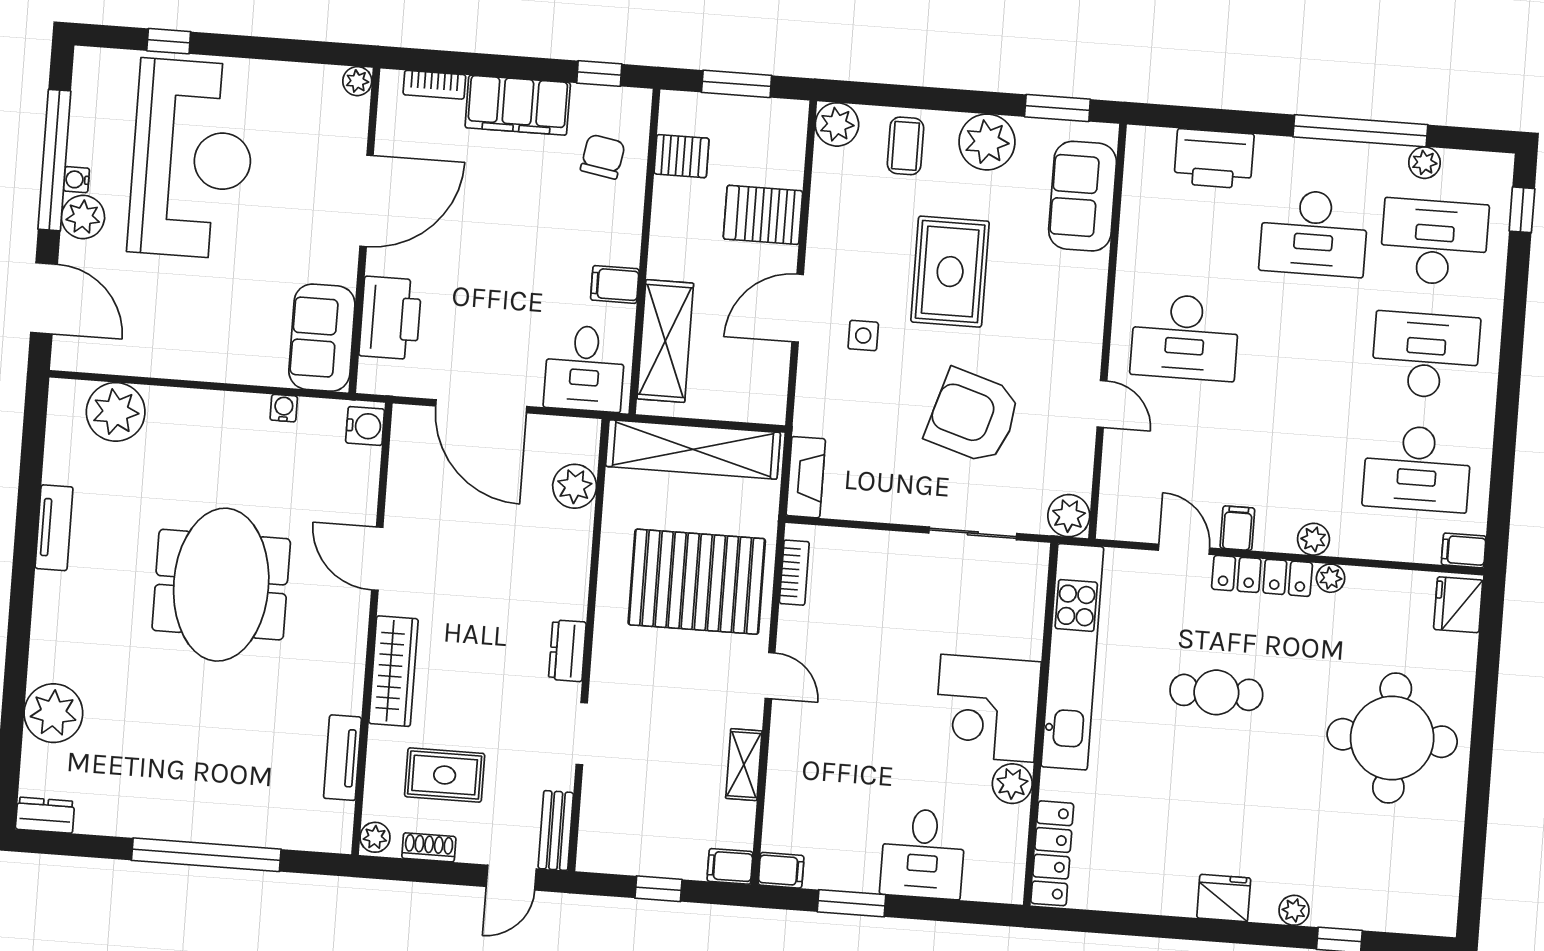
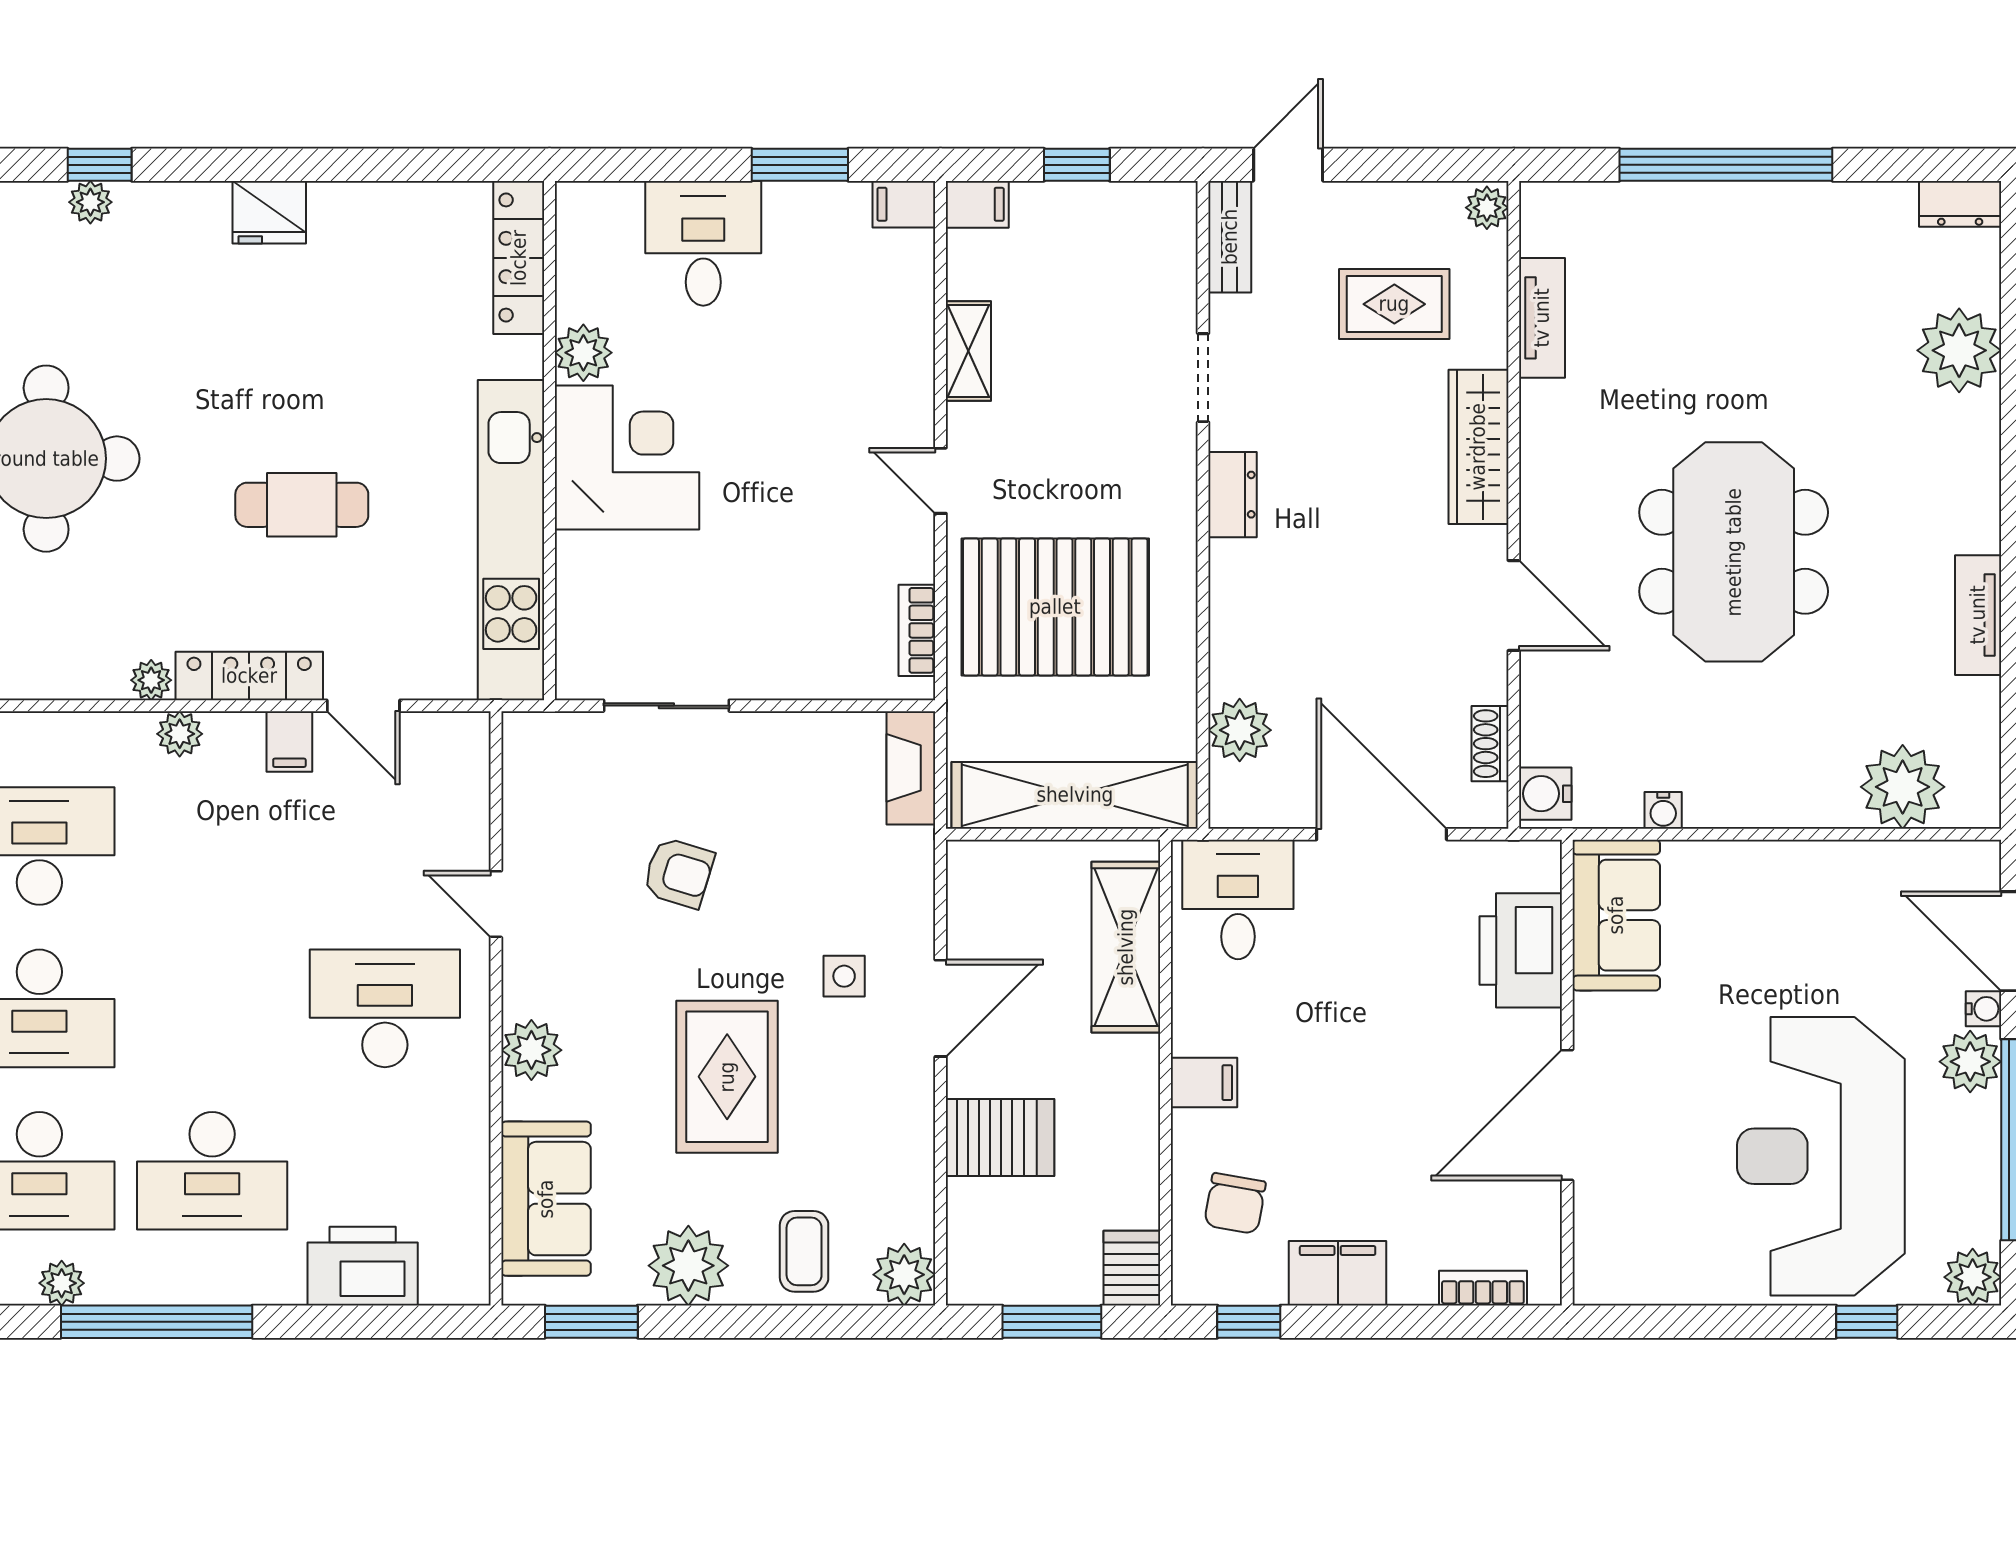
plant: (357, 81) -> (1973, 1277), moved, width x1.38, depth x1.38
filing cabinet: (518, 105) -> (1338, 1273), width x0.67, depth x0.86
server rack: (682, 156) -> (1132, 1268), moved, turned 90
water cooler: (76, 180) -> (1984, 1009), moved
desk: (1314, 233) -> (212, 1171), turned 180
filing cabinet: (615, 284) -> (1204, 1083), moved
armchair: (973, 416) -> (679, 873), width x0.53, depth x0.53
plant: (1069, 516) -> (531, 1050), moved
shoe rack: (429, 847) -> (1490, 744), moved, turned 90
plant: (1294, 910) -> (90, 202), moved

